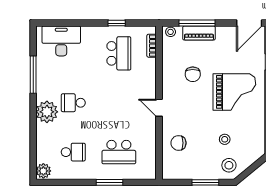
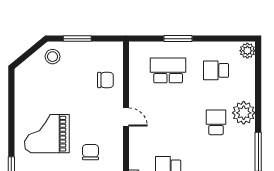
school desk: (73, 103) -> (216, 122), turned -90
stool: (225, 139) -> (57, 84), removed

